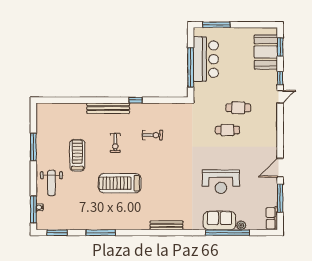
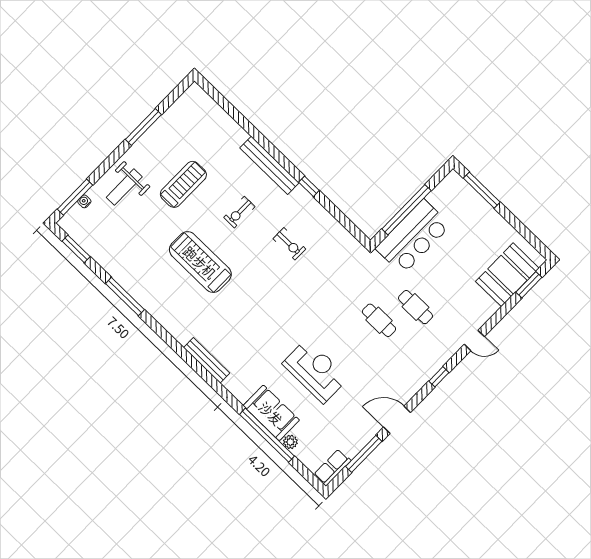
bar counter: (206, 59) -> (413, 237), moved
window: (280, 78) -> (439, 377), moved
reception desk: (221, 182) -> (315, 371), turned 180

